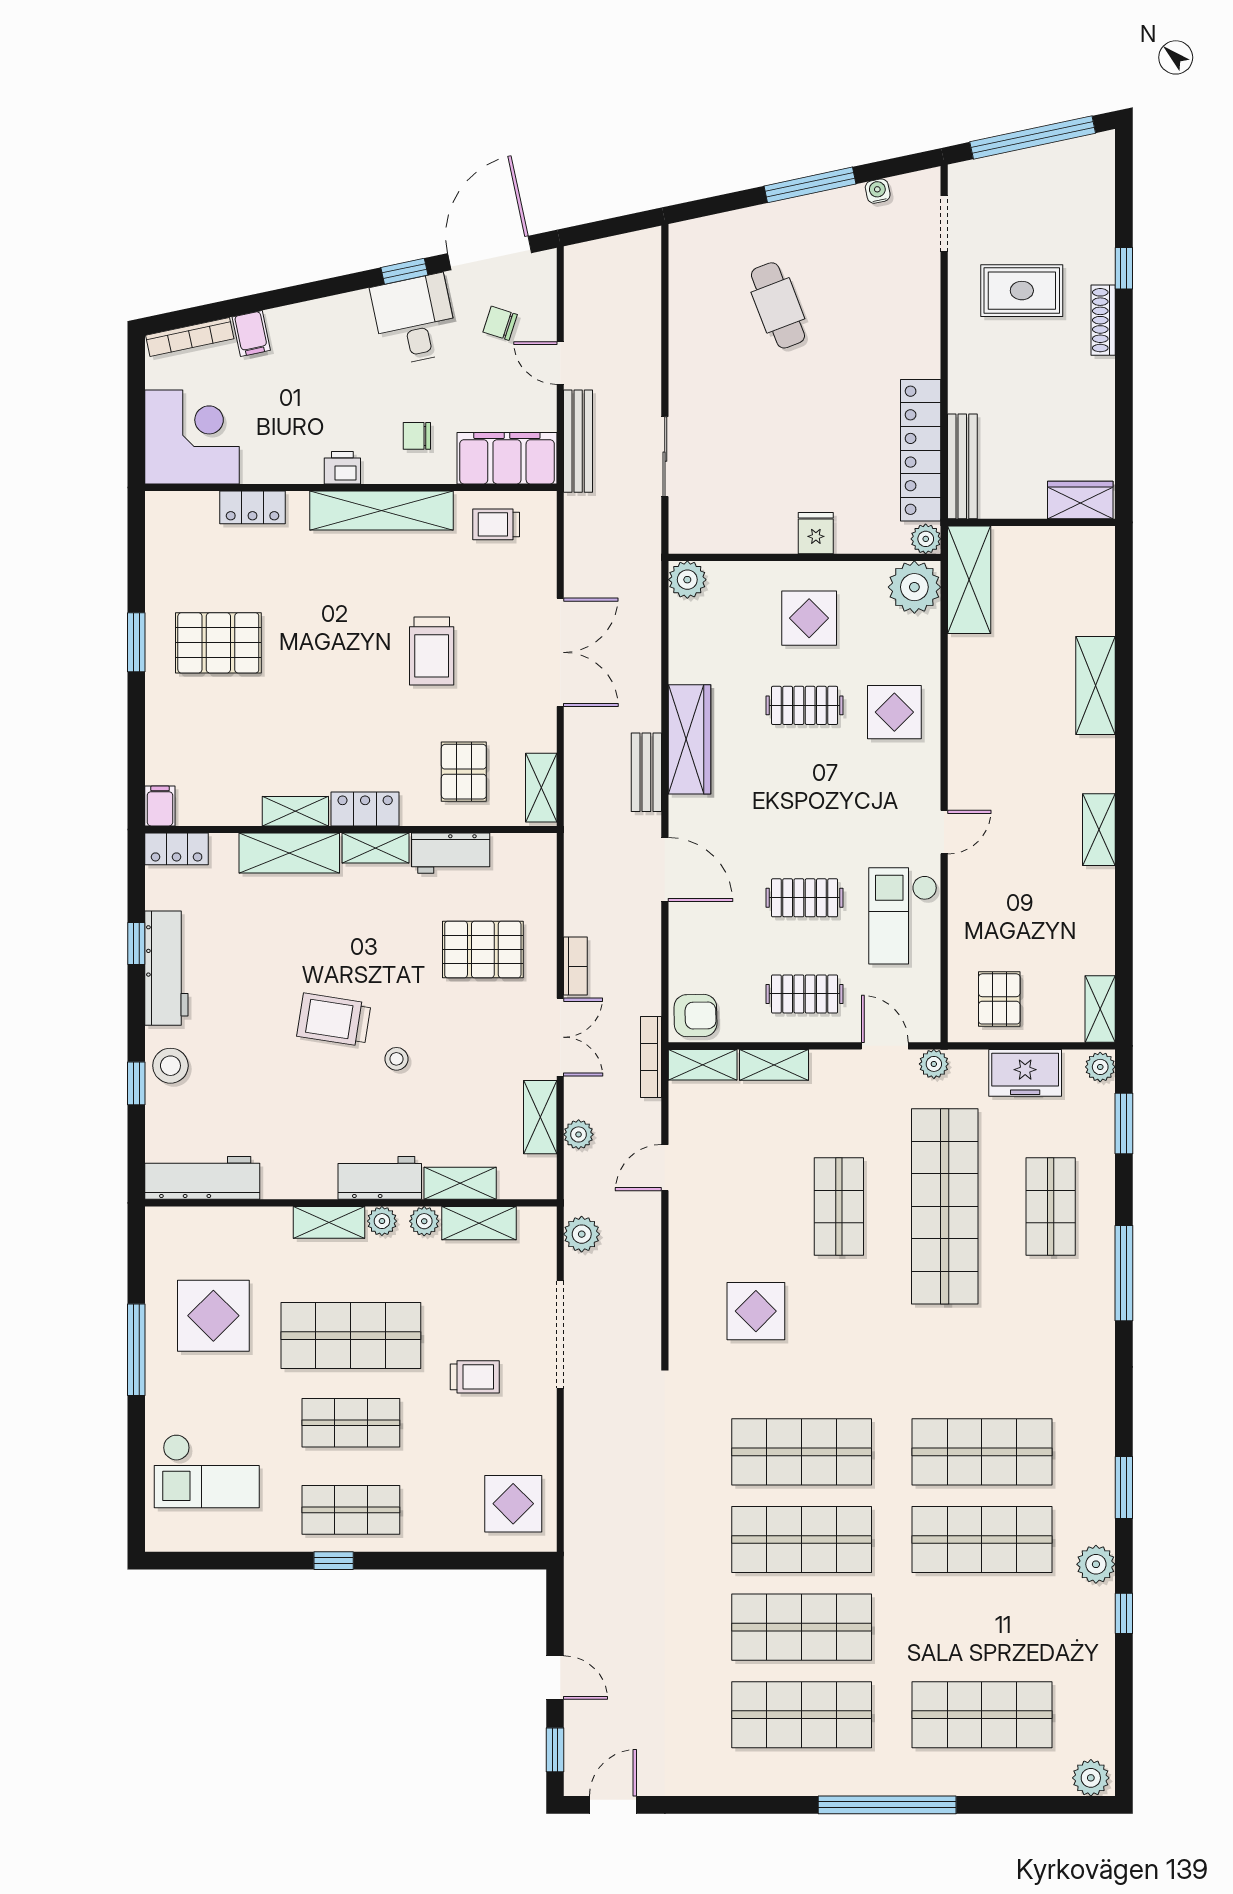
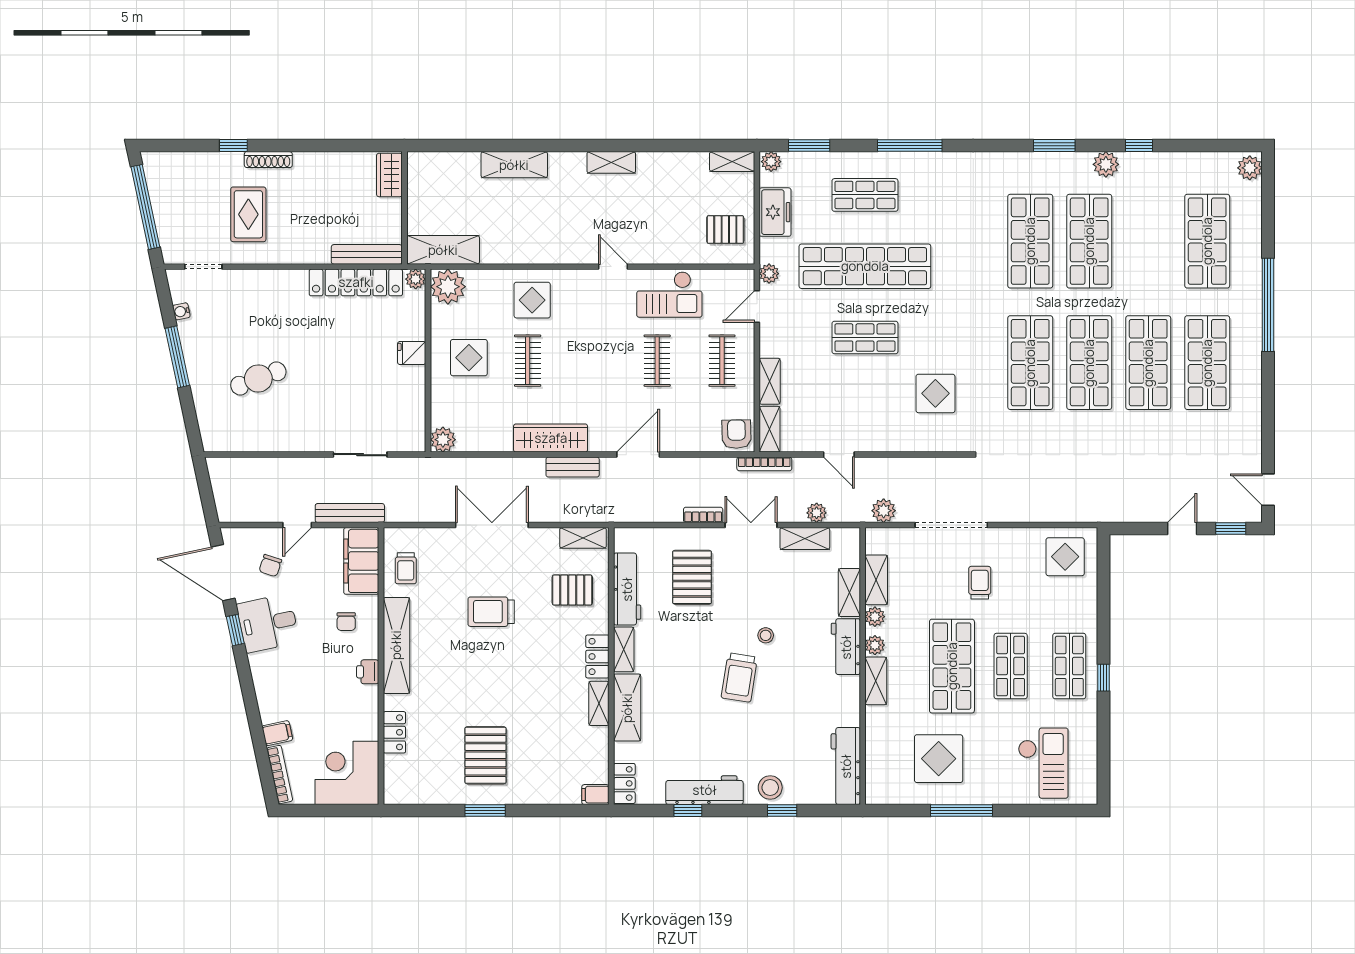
trolley: (432, 651) -> (491, 612), turned 180
workbench: (451, 853) -> (627, 589), width x1.37

